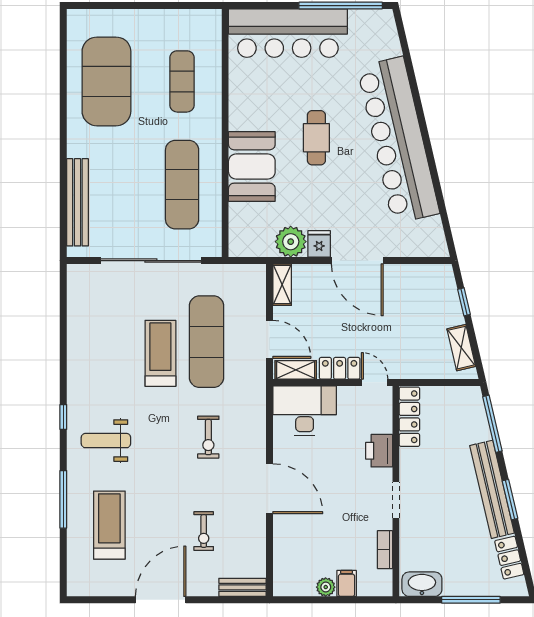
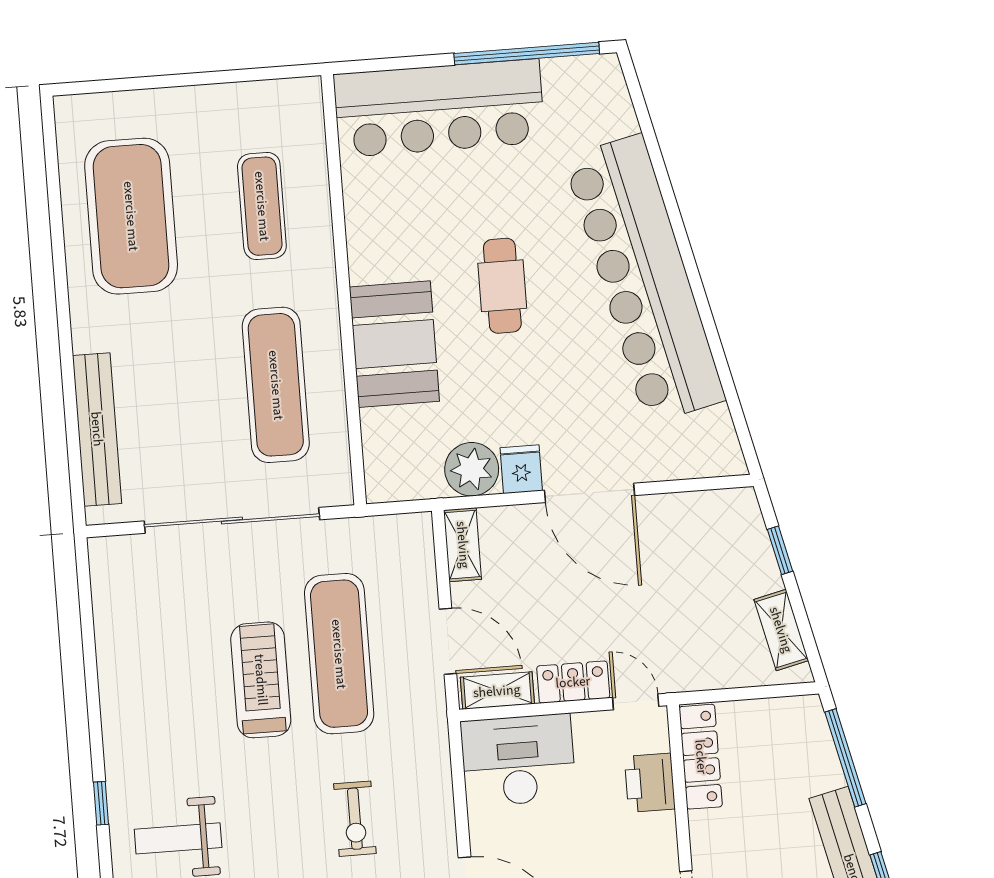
printer: (379, 451) -> (650, 783), moved

